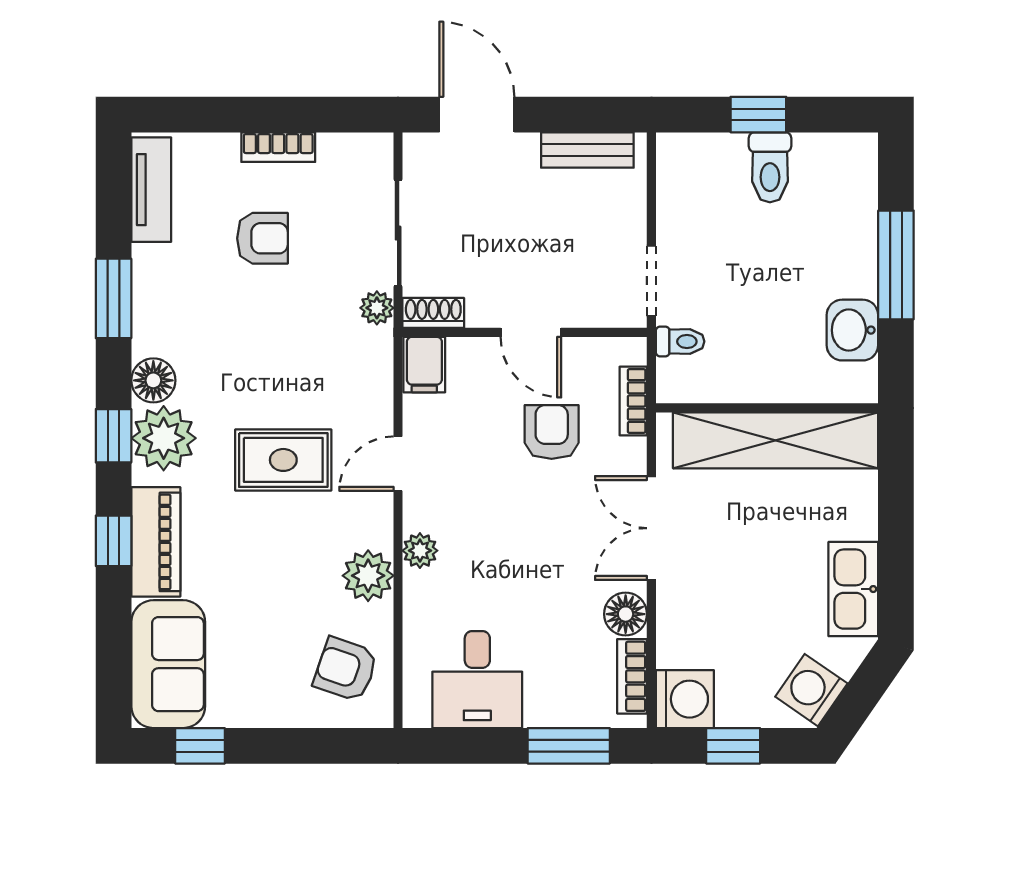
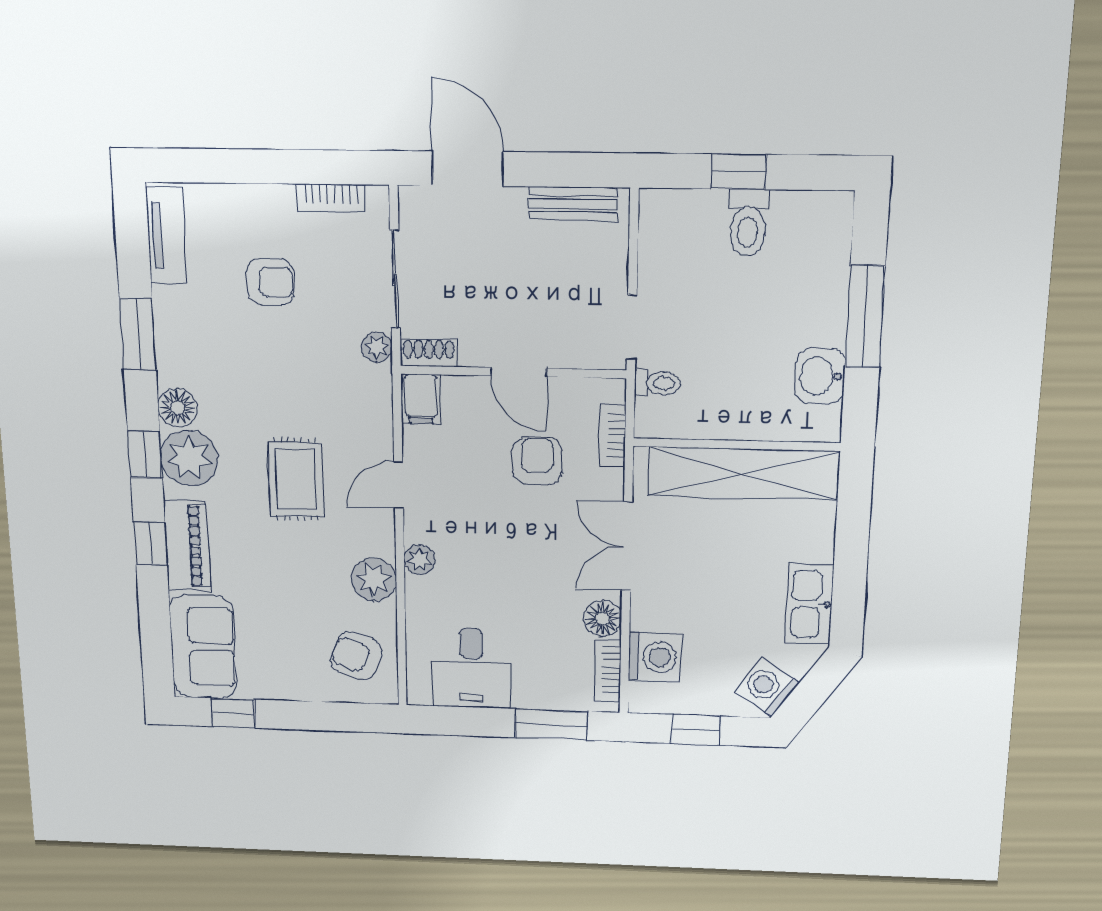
bookcase: (278, 147) -> (331, 198), moved
rug: (283, 460) -> (296, 479), turned 90
washing machine: (685, 699) -> (655, 657), moved

